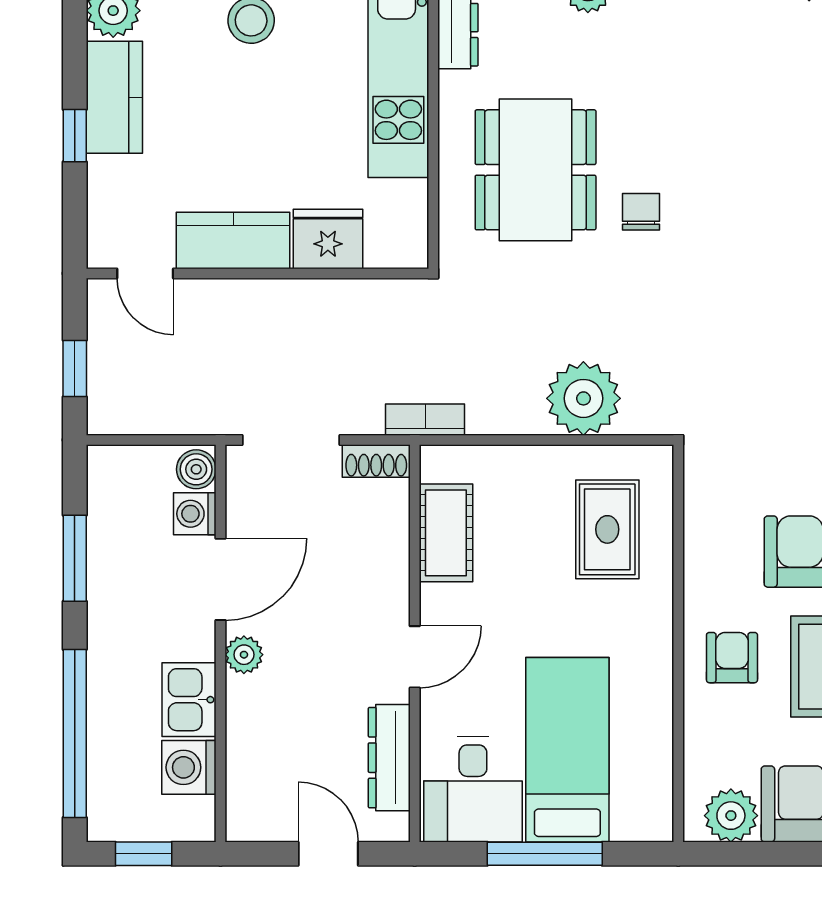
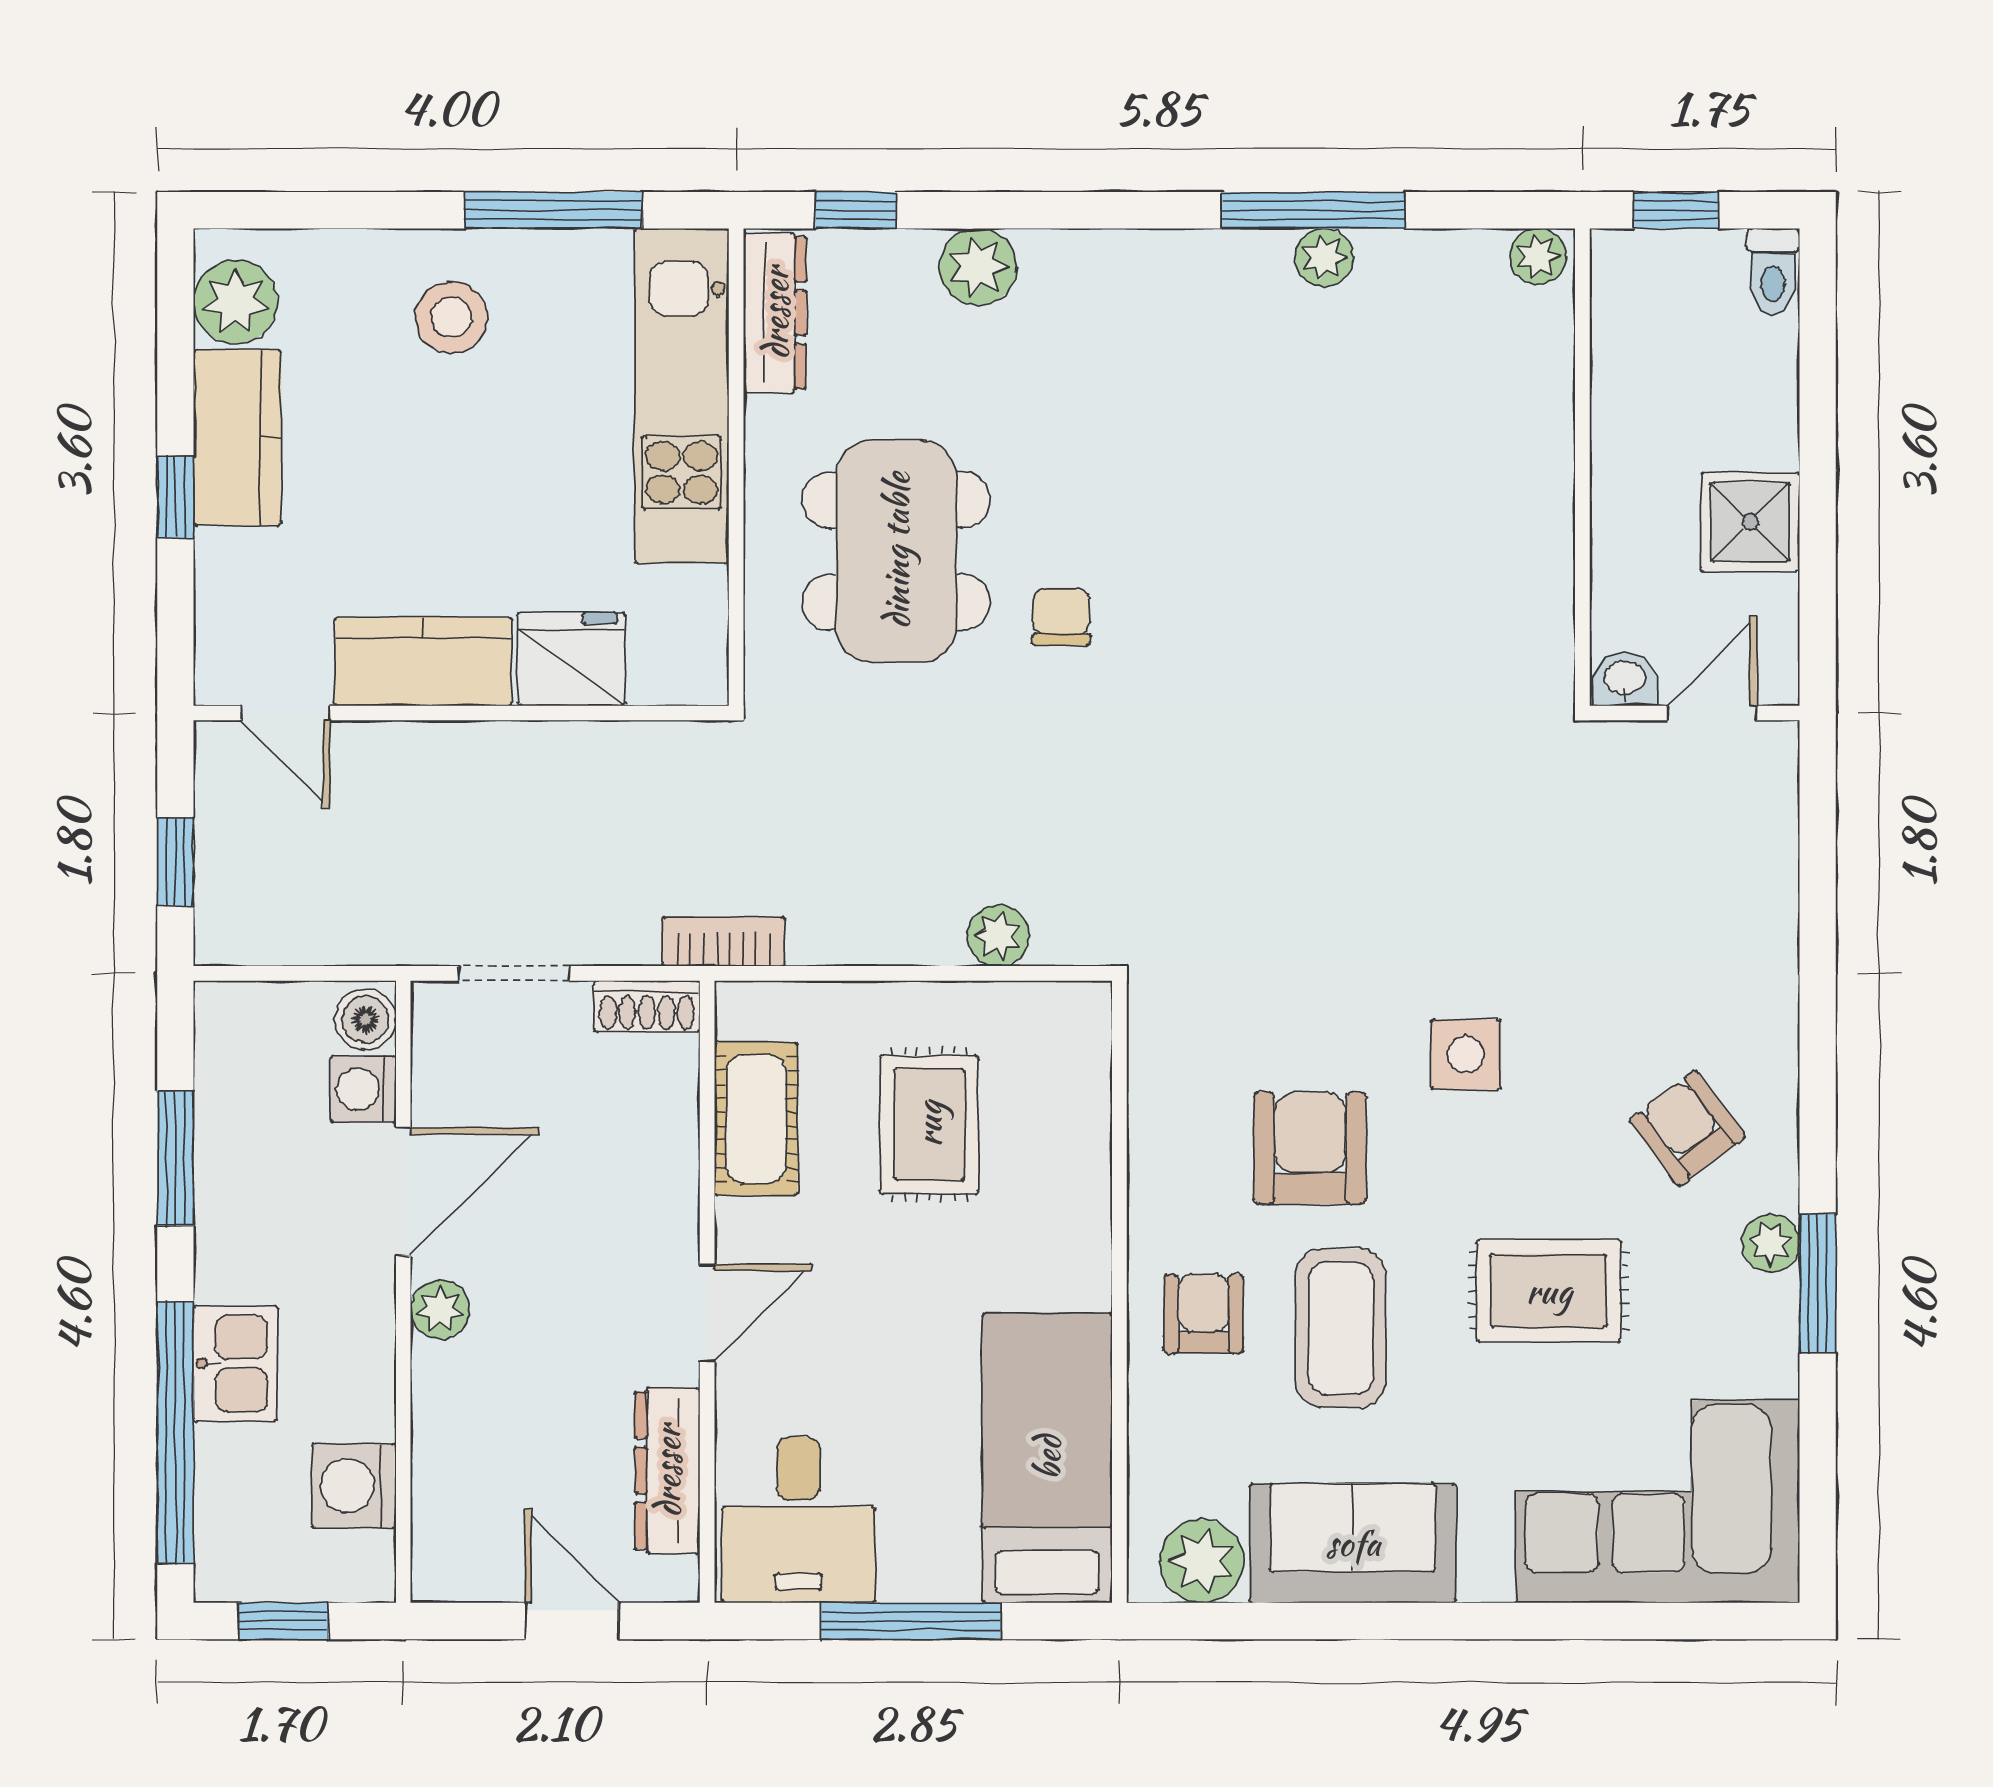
plant: (583, 398) -> (998, 935), width x0.53, depth x0.53
doorway: (291, 440) -> (514, 973), width x0.73
rug: (607, 529) -> (929, 1124), moved
kitchen sink: (189, 700) -> (235, 1364), moved, turned 180
bed: (567, 750) -> (1047, 1458), moved

